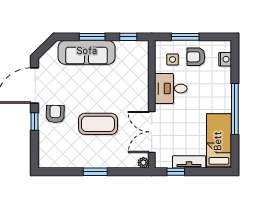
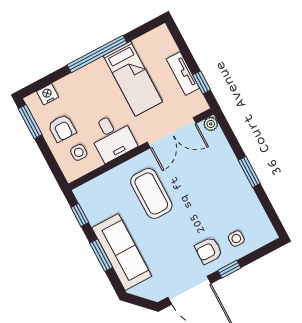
window: (185, 37) -> (30, 122), moved
coffee table: (98, 124) -> (151, 193), moved
side table: (53, 138) -> (236, 239), added
bed: (219, 141) -> (133, 79), moved, turned -90

